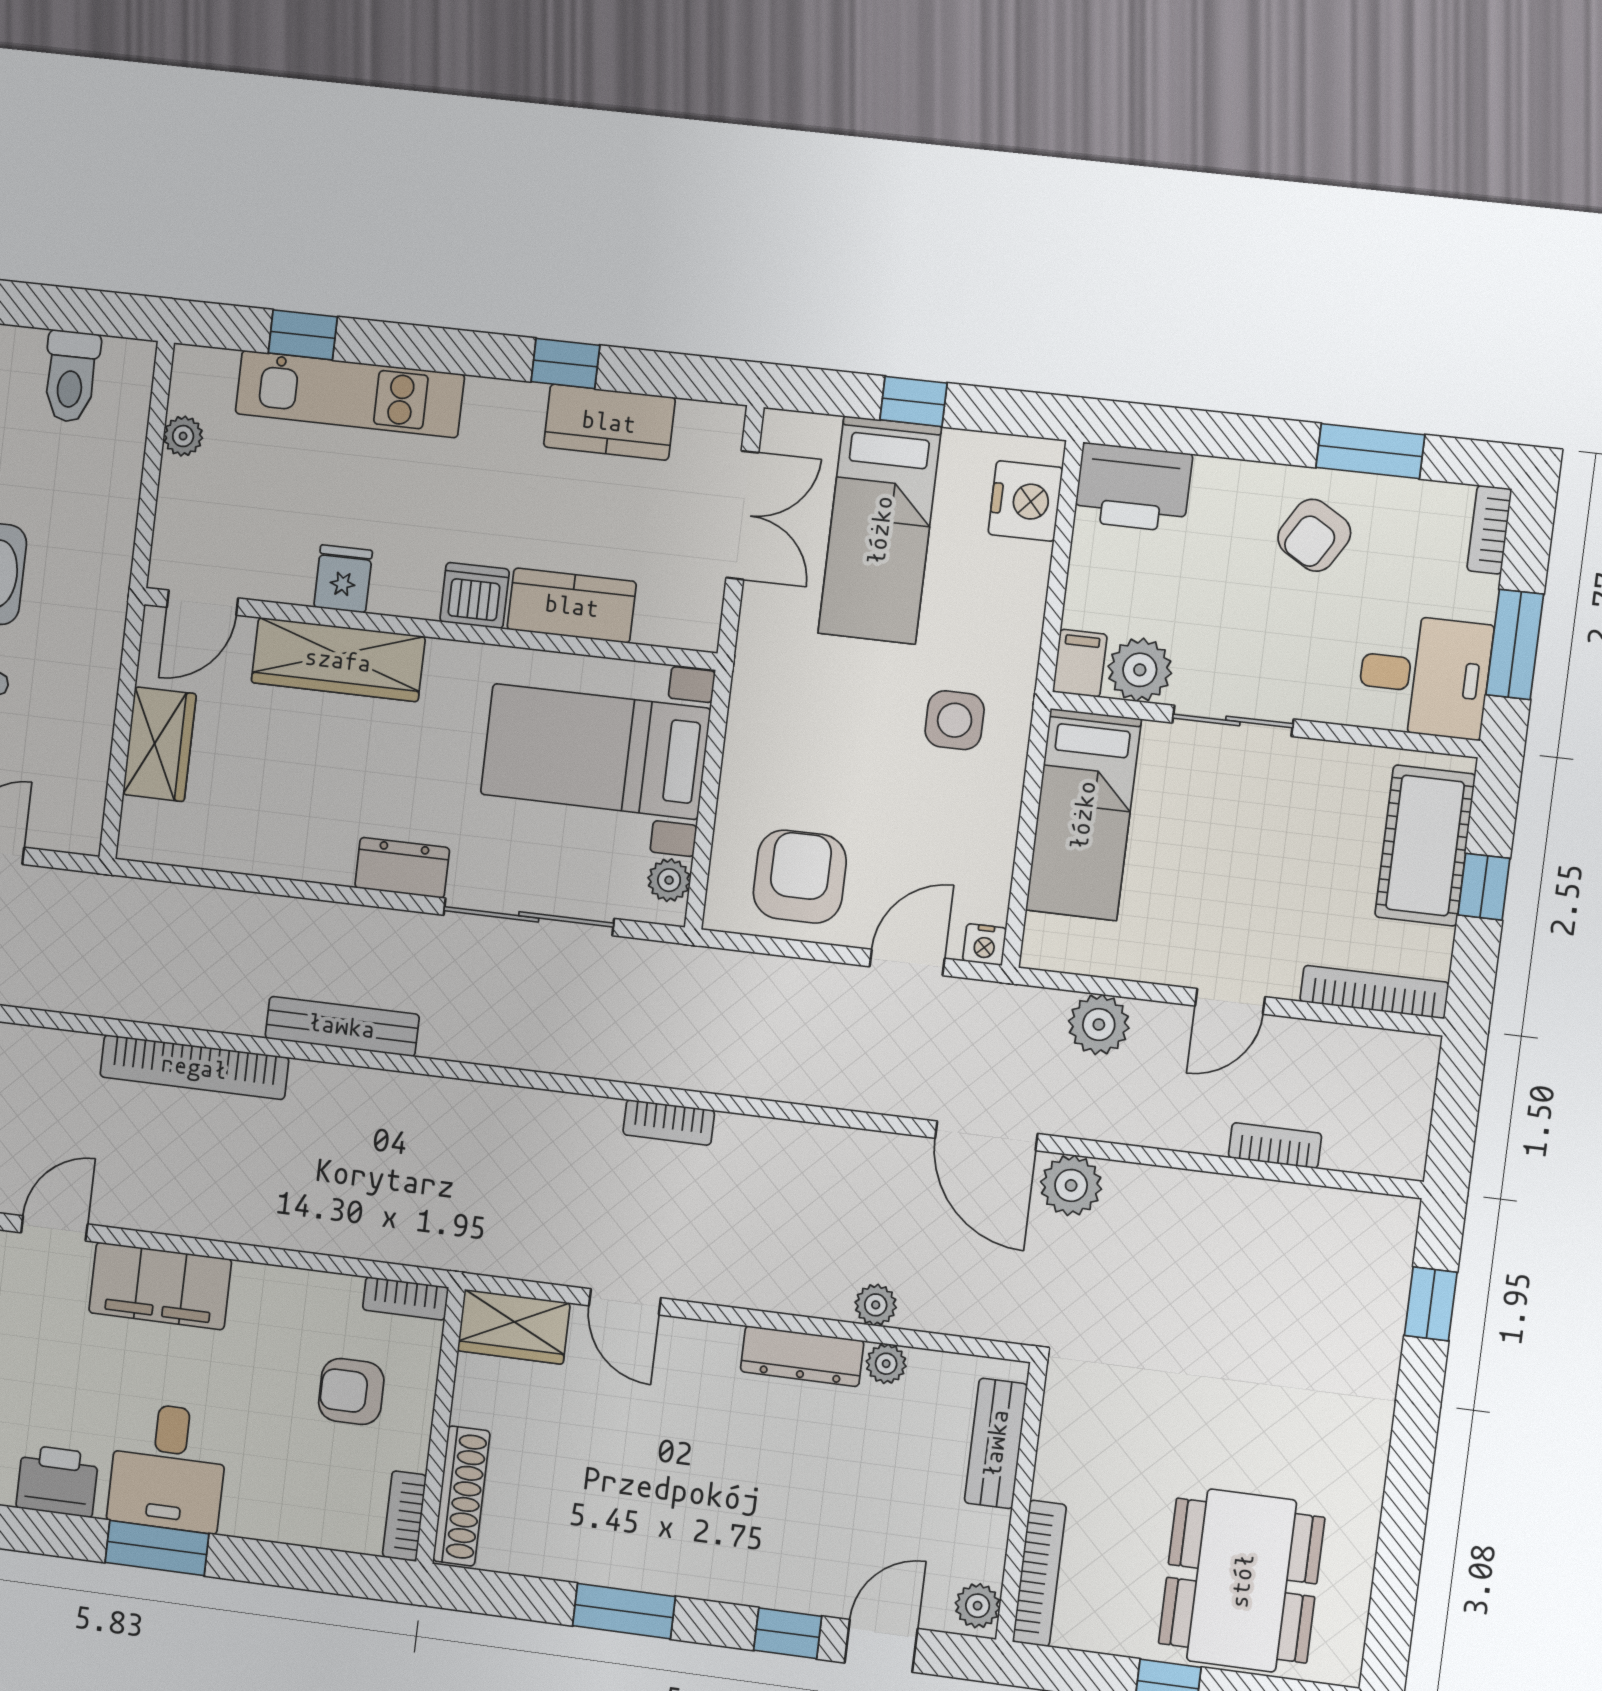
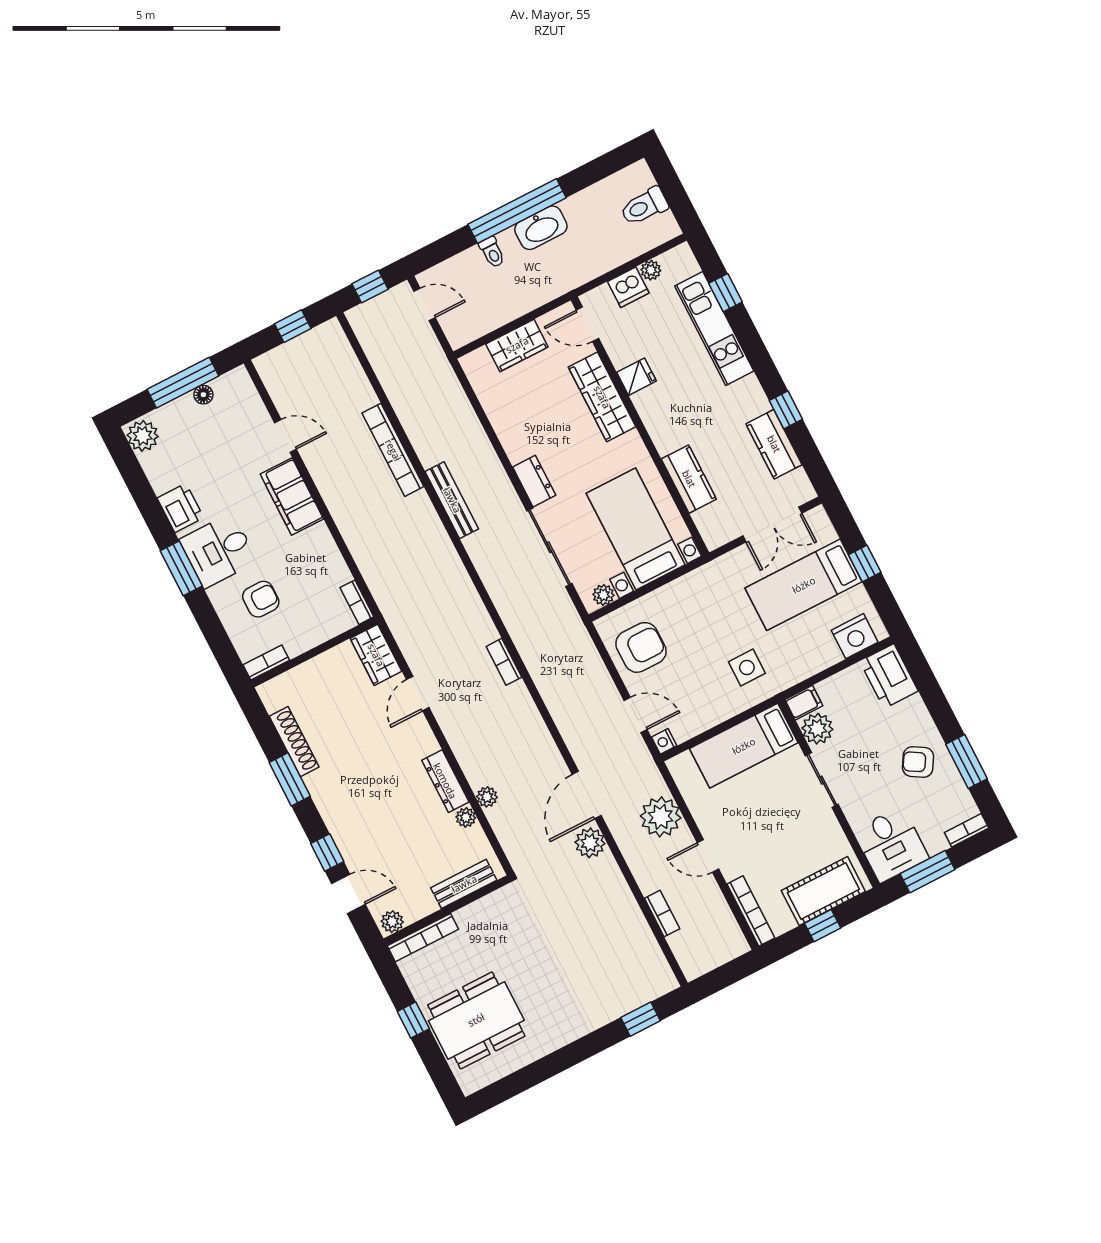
dishwasher: (475, 596) -> (628, 287), moved, turned 90
plant: (1099, 1024) -> (661, 817), width x1.36, depth x1.36
armchair: (351, 1392) -> (261, 599), moved, turned 90
shoe rack: (461, 1496) -> (294, 742), moved, turned -90

